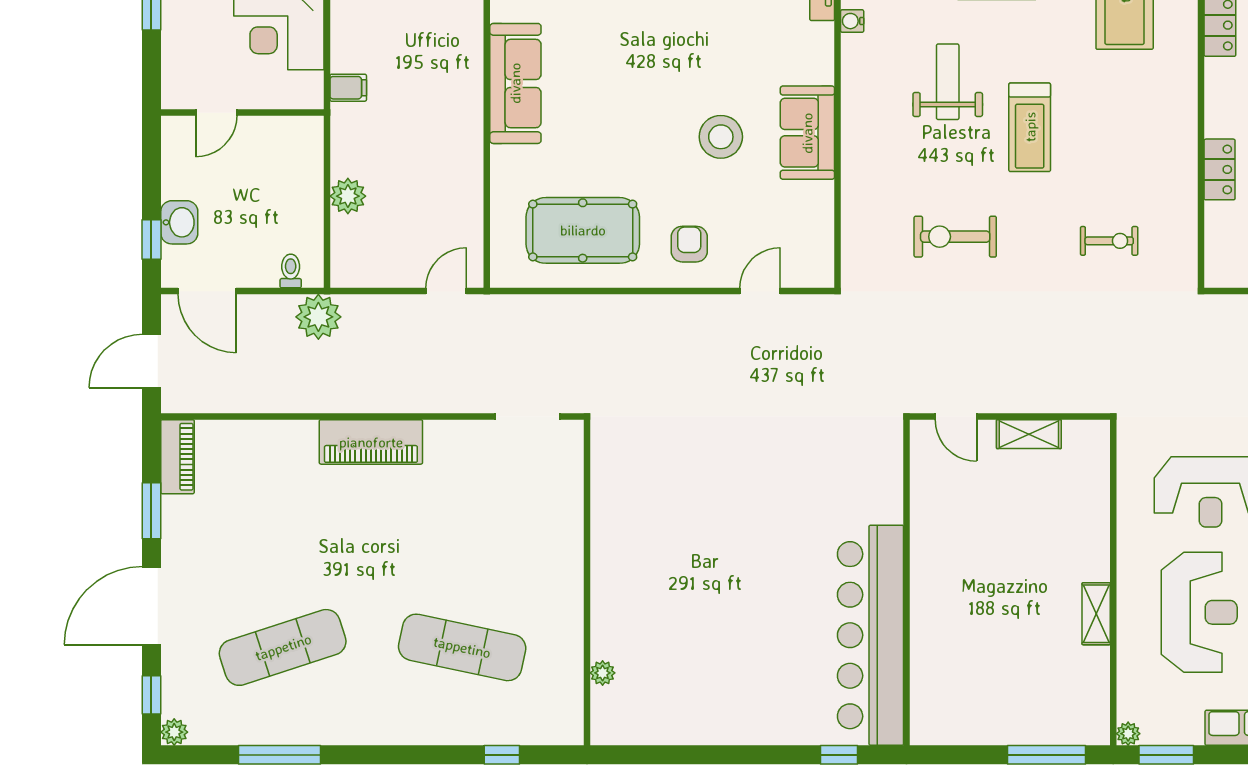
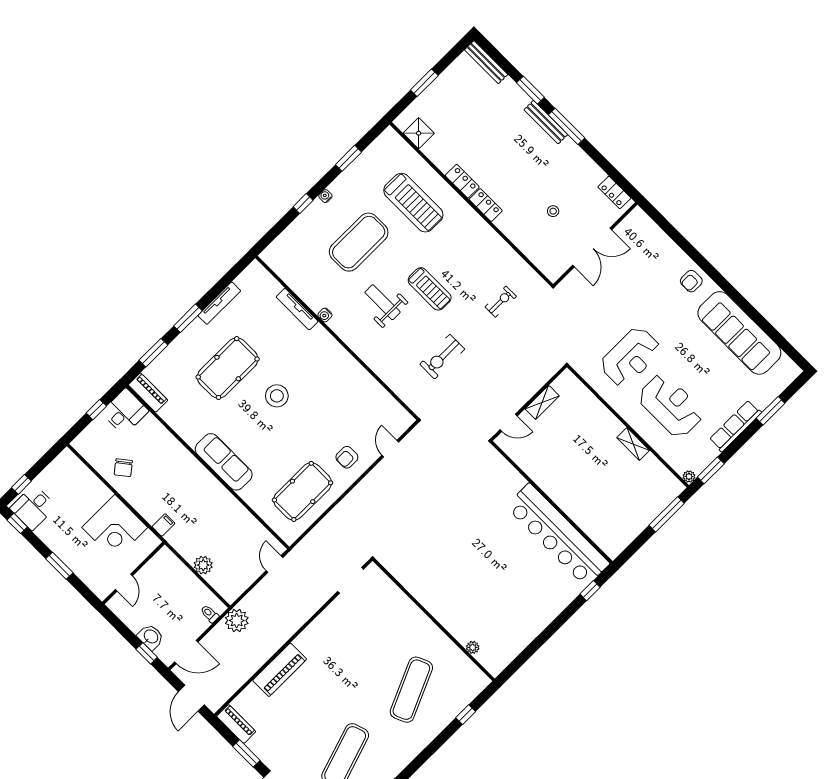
sofa: (807, 133) -> (349, 373), removed
stool: (721, 137) -> (277, 396), moved
locker: (1220, 169) -> (486, 205), moved
armchair: (689, 244) -> (347, 457), turned -90
piano: (371, 442) -> (280, 670), moved
exercise mat: (462, 647) -> (411, 690), turned -36

